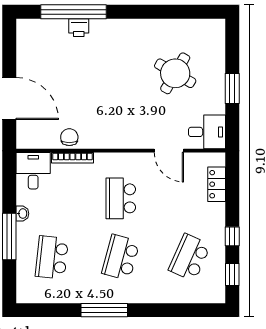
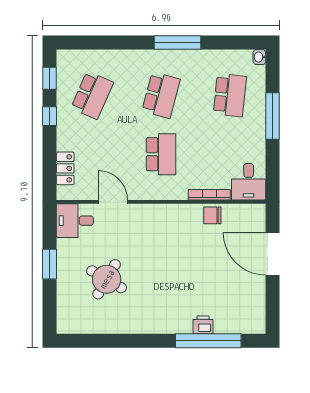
chair: (69, 137) -> (212, 215), turned 90
washbasin: (22, 214) -> (259, 57), moved

